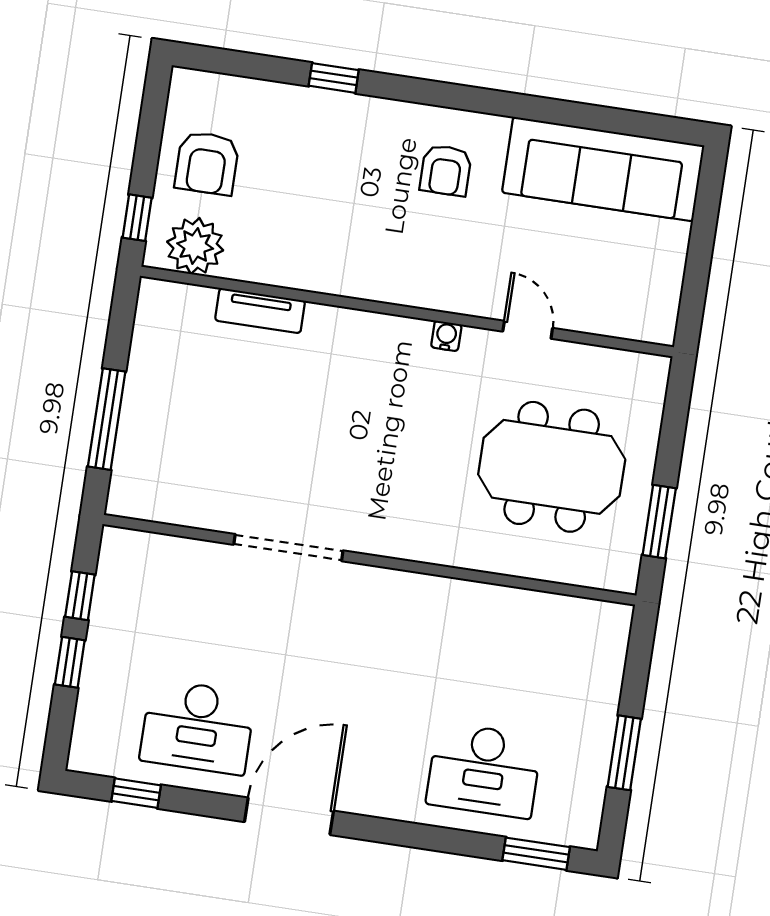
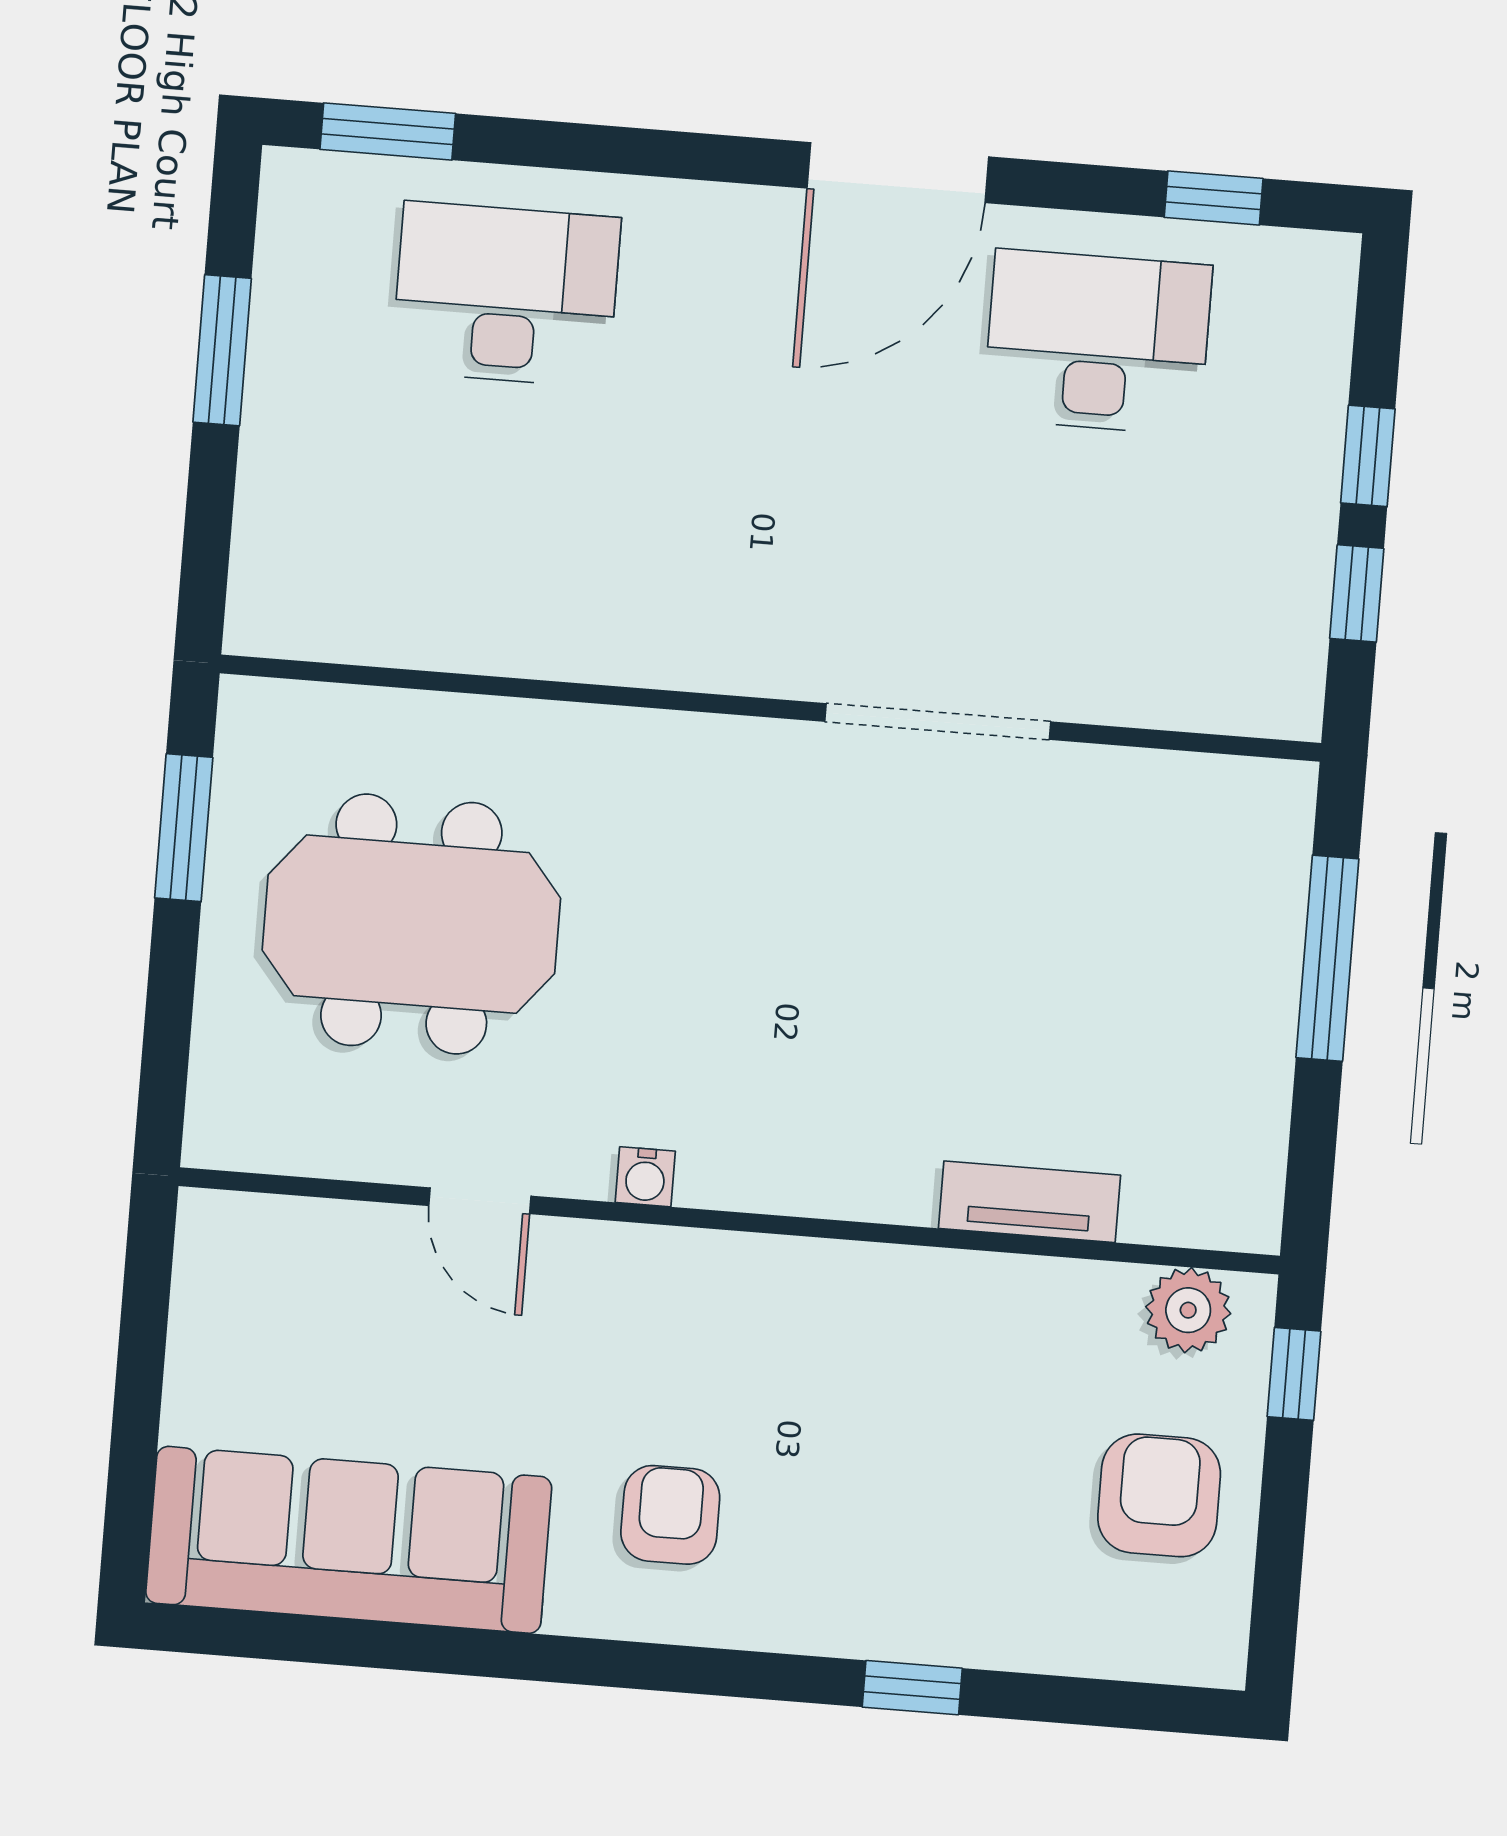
plant: (195, 246) -> (1188, 1310), width x0.73, depth x0.73

